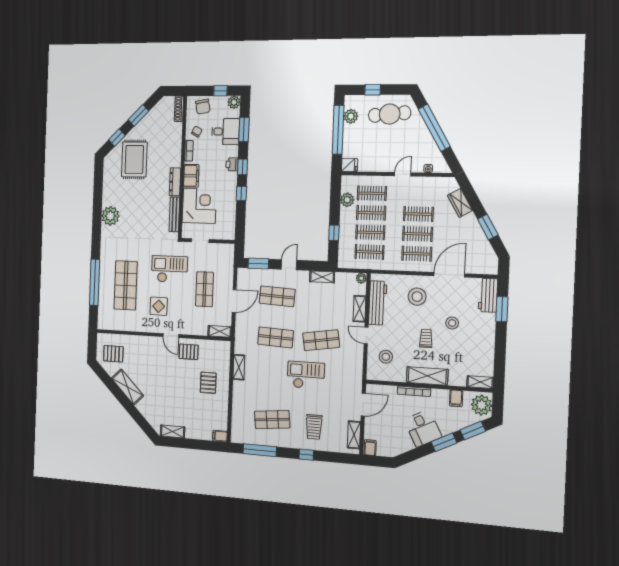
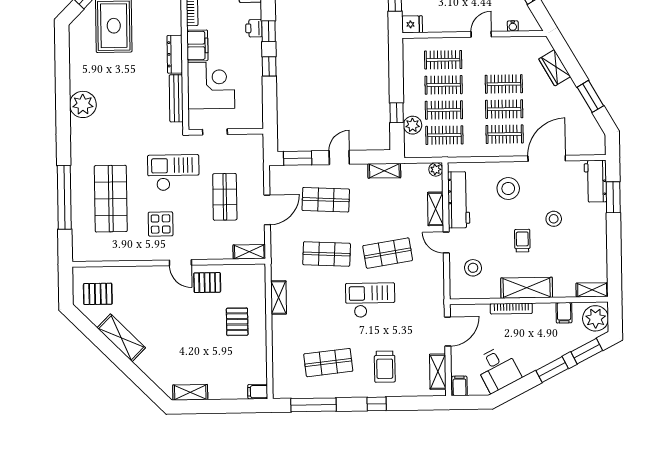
plant: (347, 200) -> (413, 125), moved
desk: (423, 428) -> (498, 369), moved

